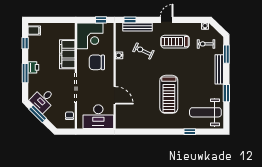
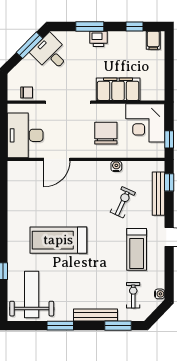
treadmill: (175, 42) -> (137, 249), turned 180

